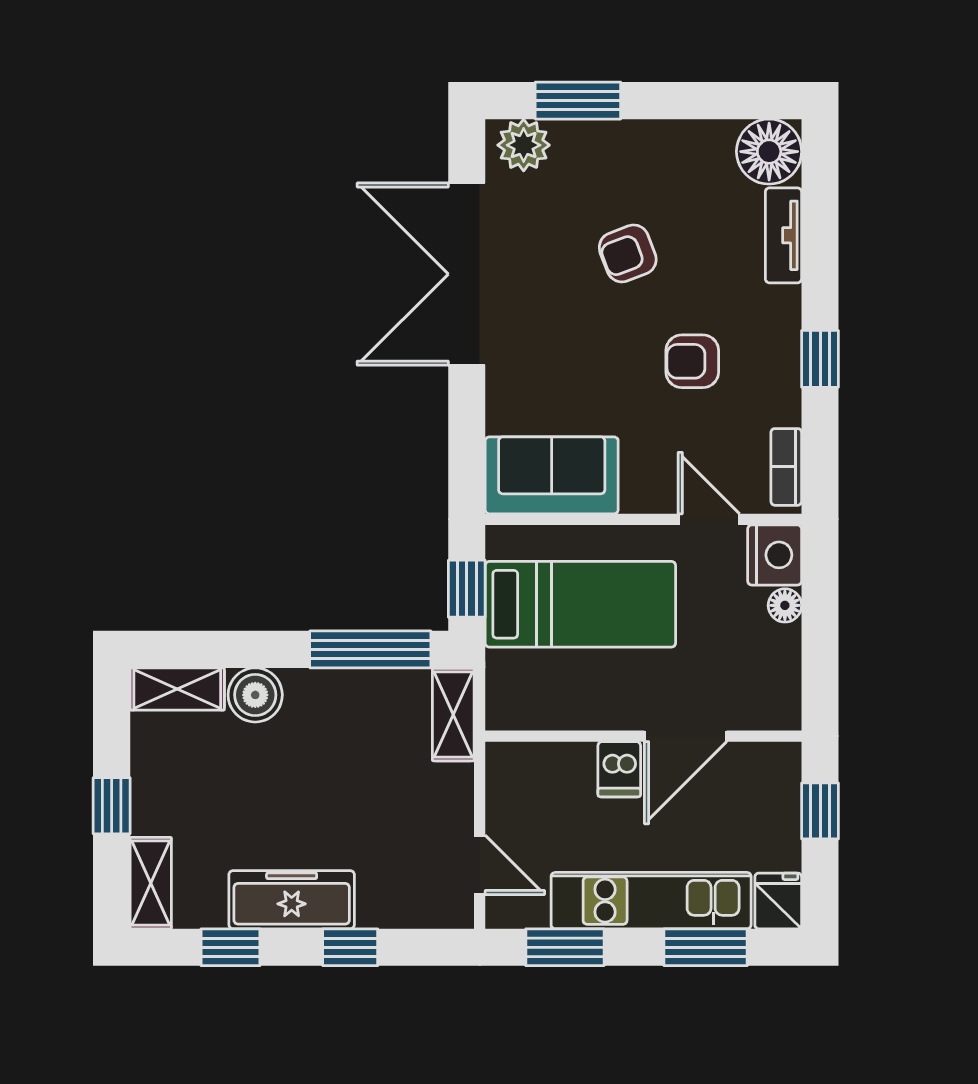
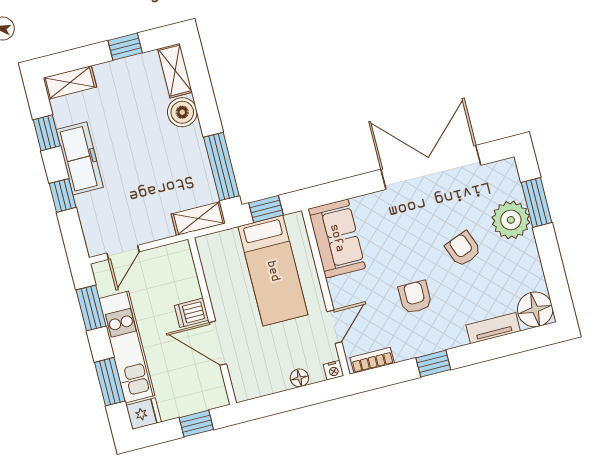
plant: (524, 145) -> (511, 220), moved, width x1.36, depth x1.36
nightstand: (775, 555) -> (333, 370), width x0.53, depth x0.56
window: (112, 806) -> (125, 47), moved

